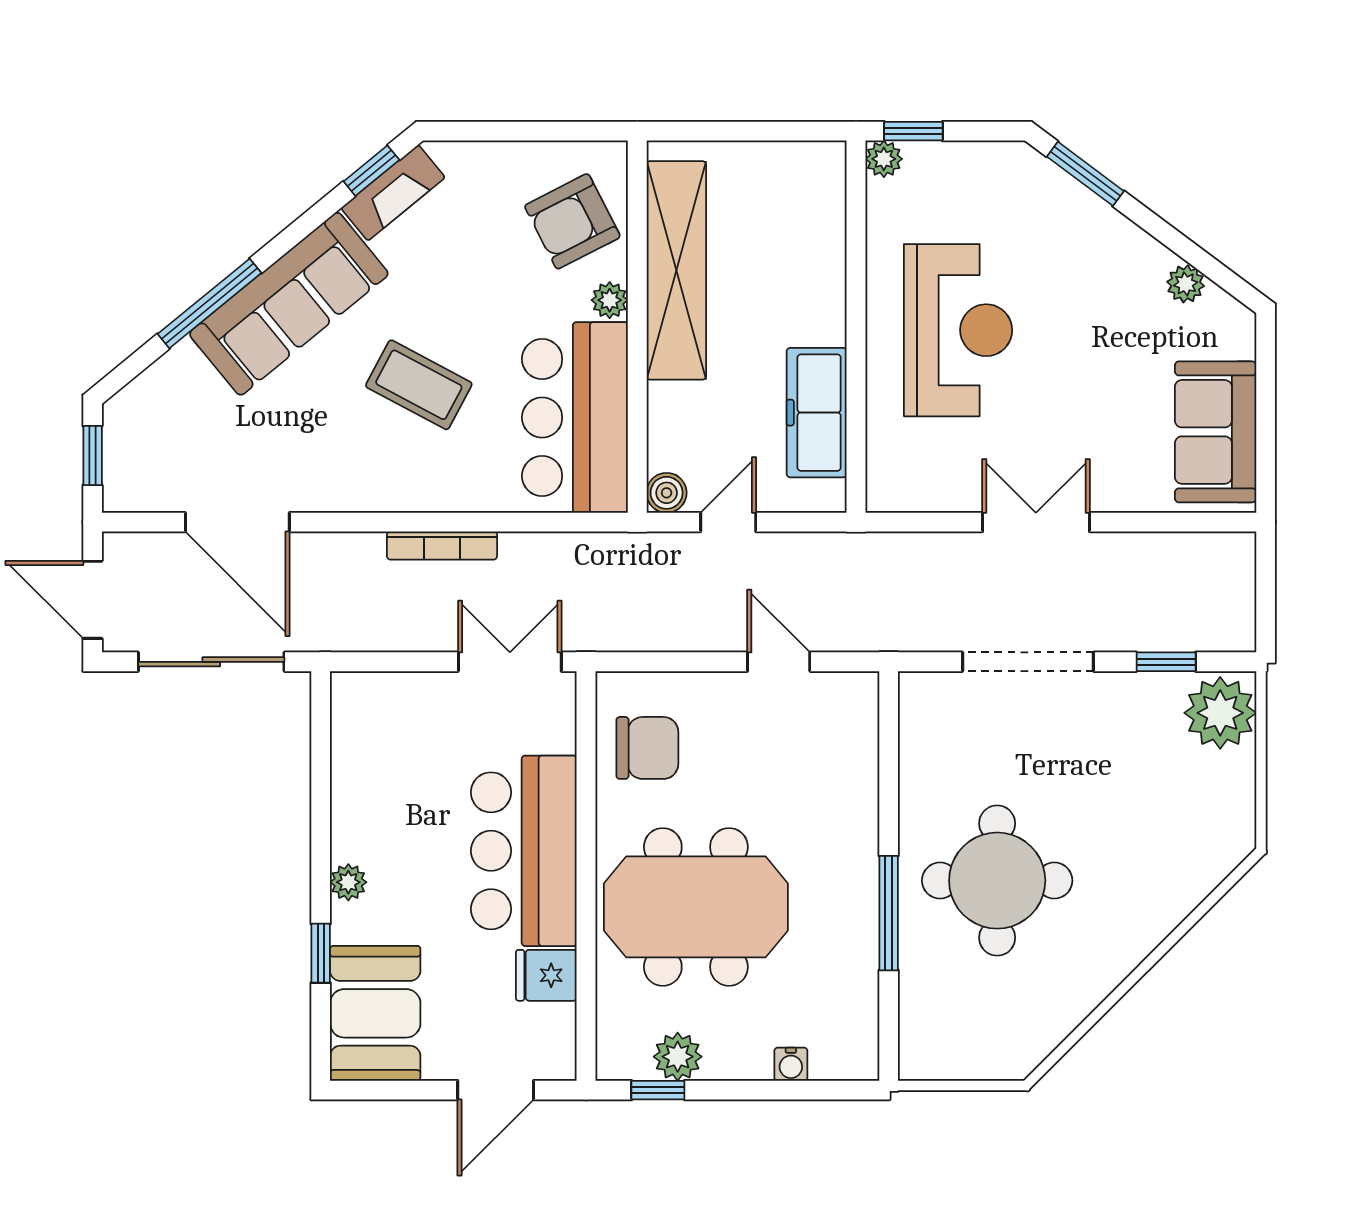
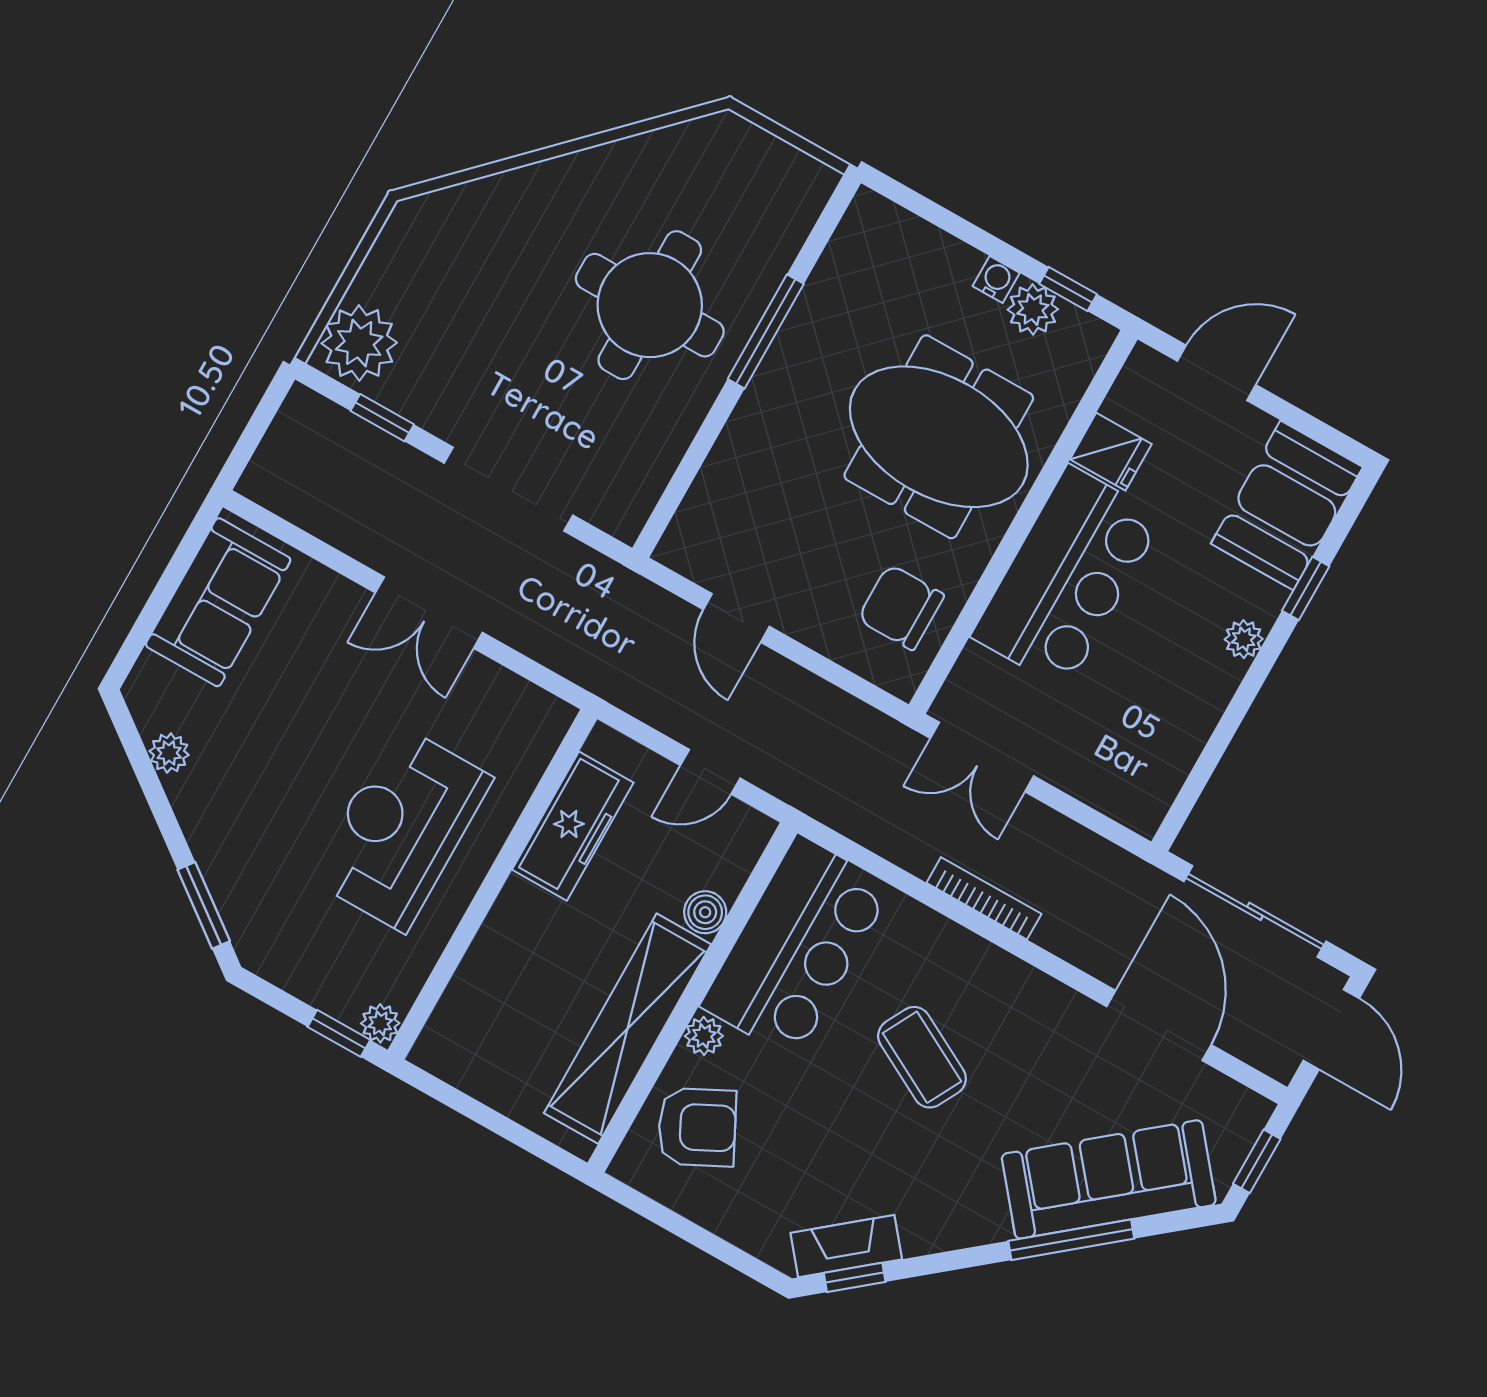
sofa: (289, 304) -> (1109, 1179), moved
boiler: (667, 493) -> (705, 912), moved
water cooler: (791, 1064) -> (996, 280), moved

